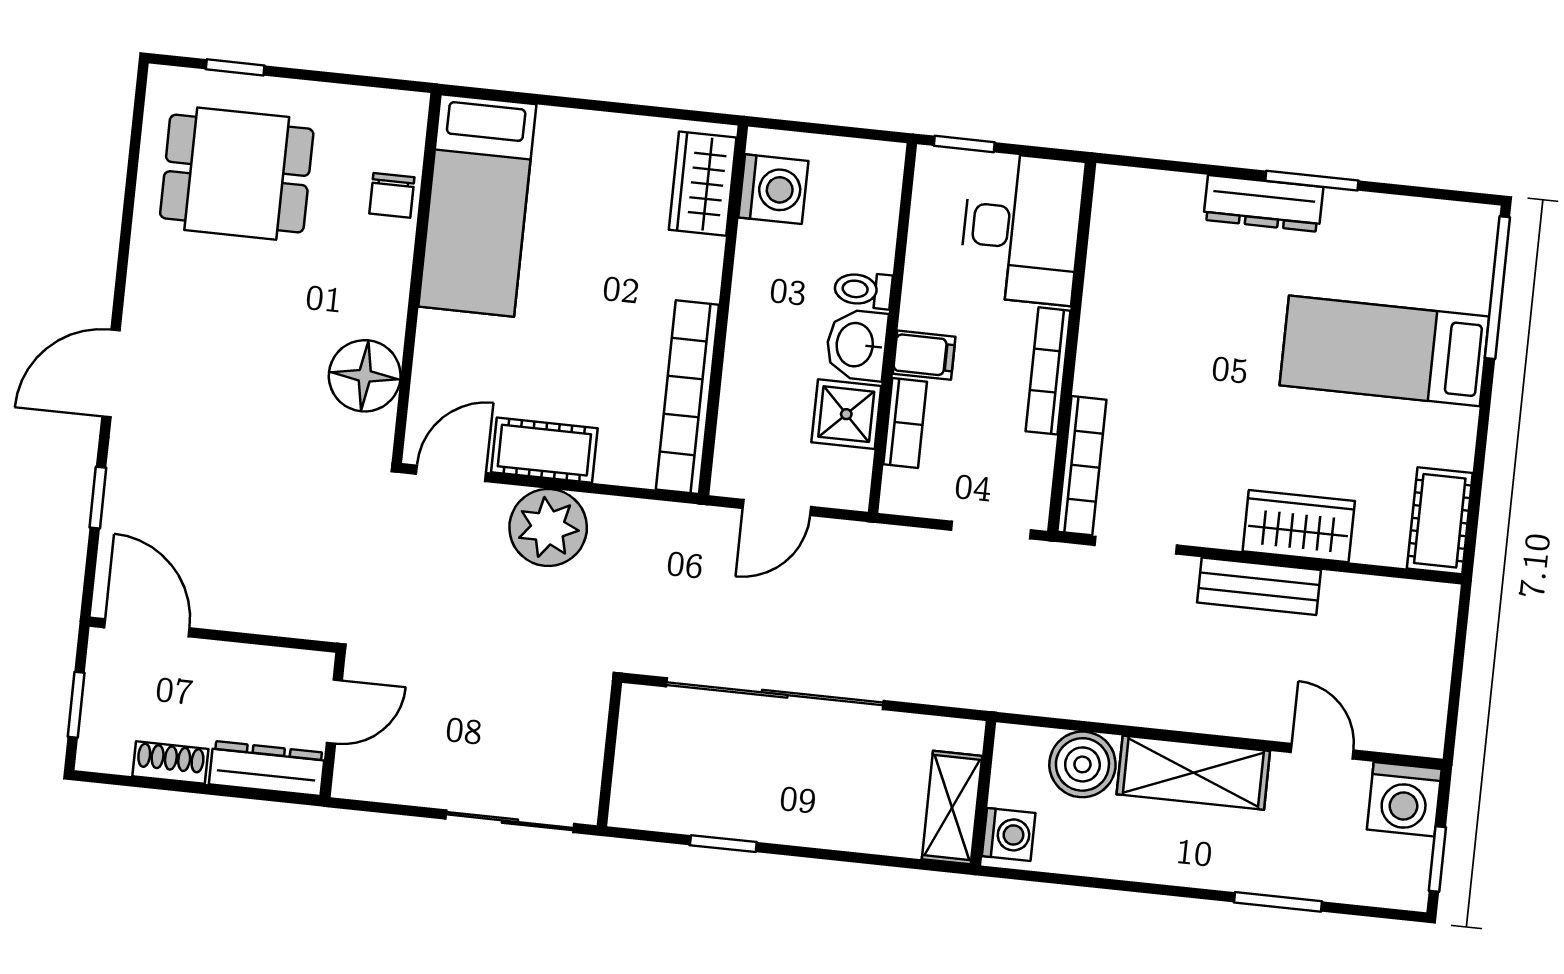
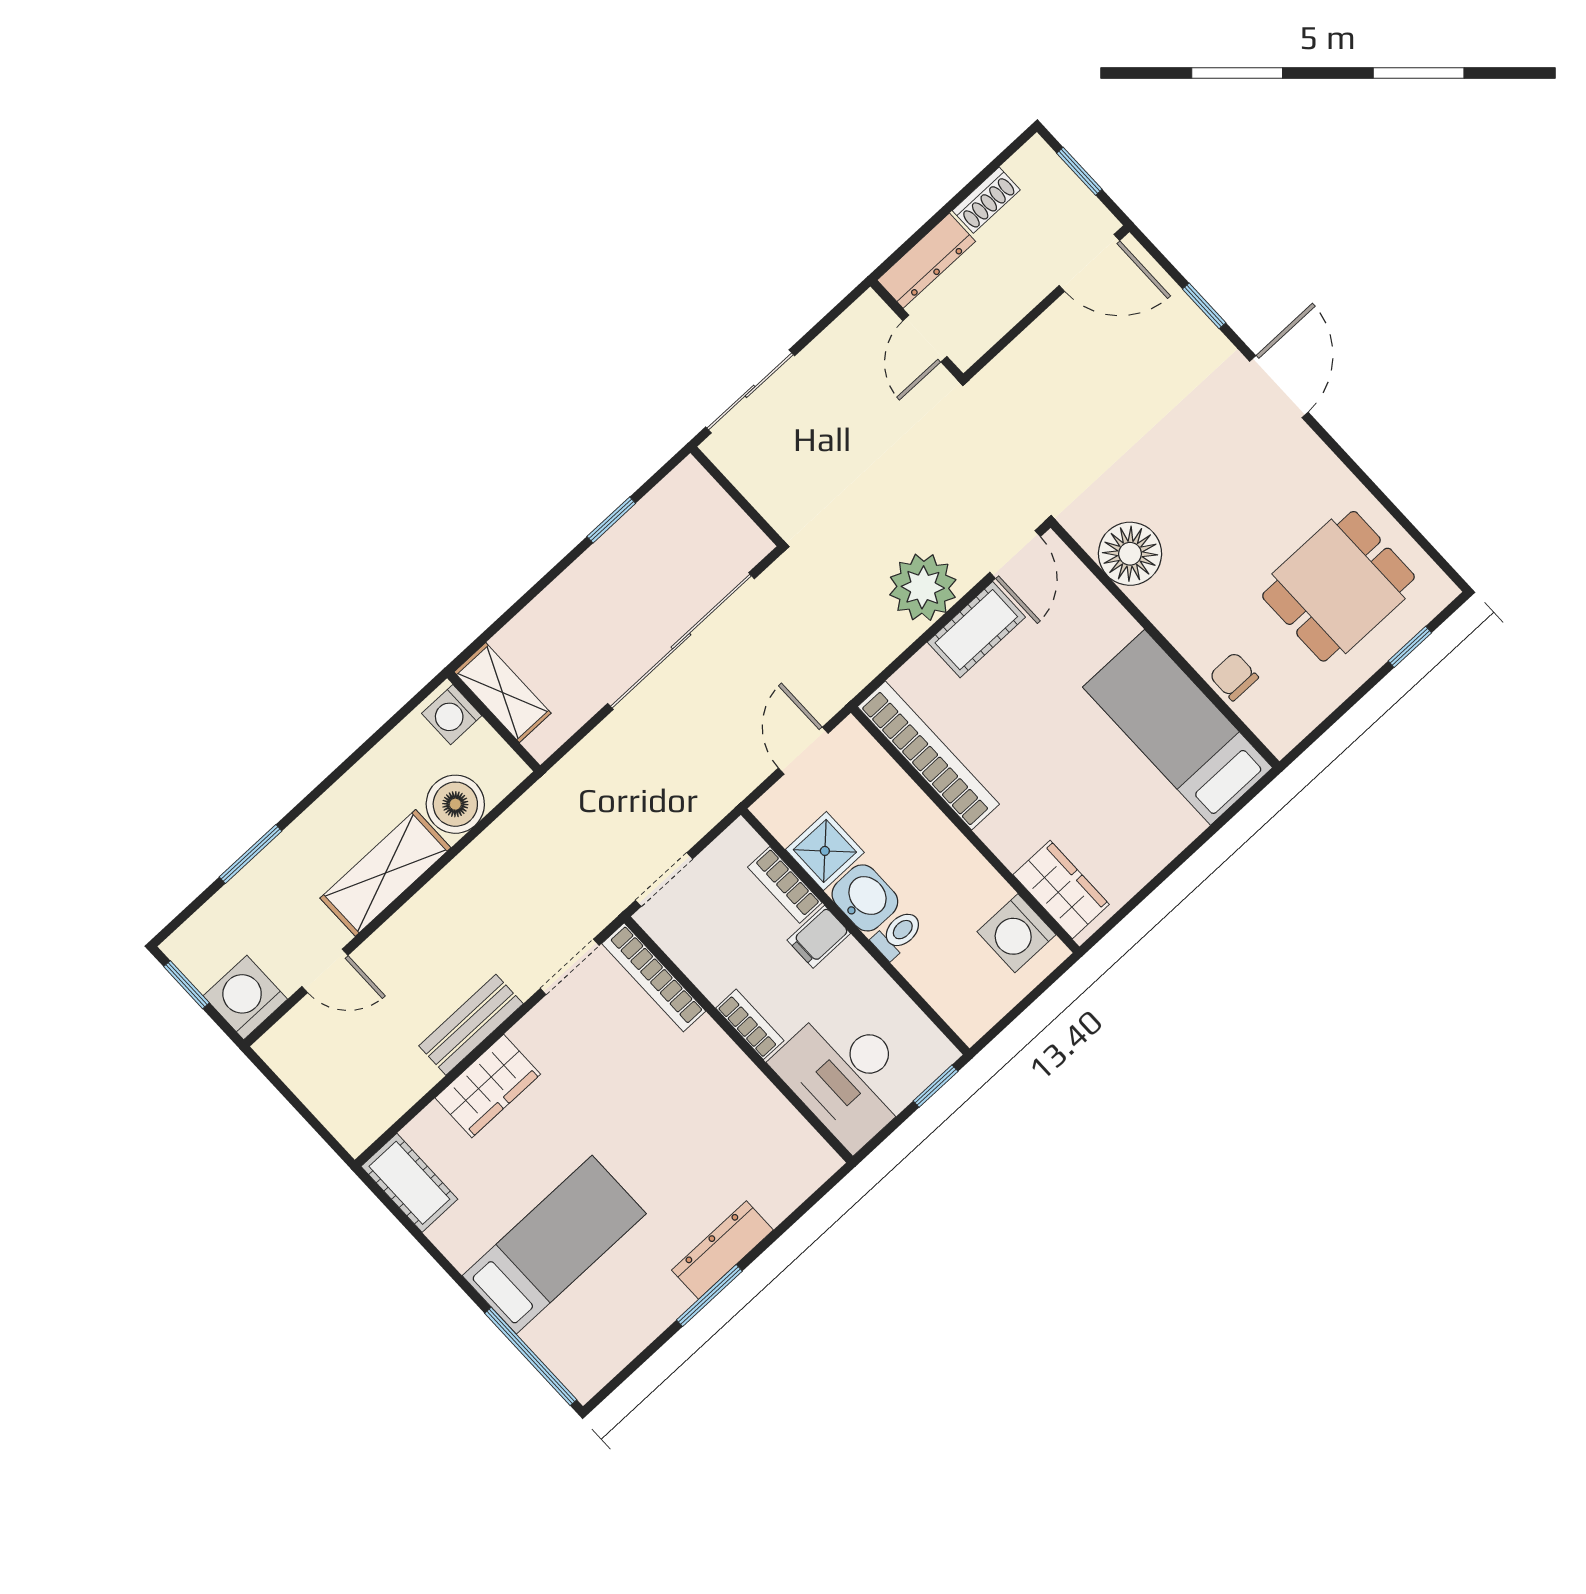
bookcase: (1048, 371) -> (750, 1024), width x0.64

